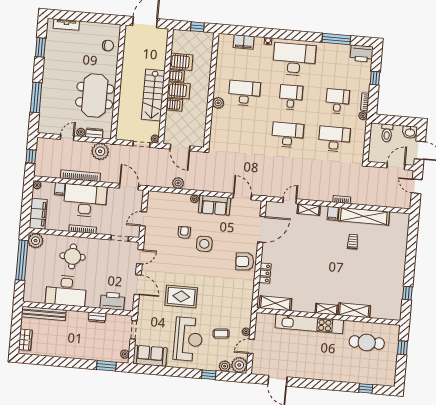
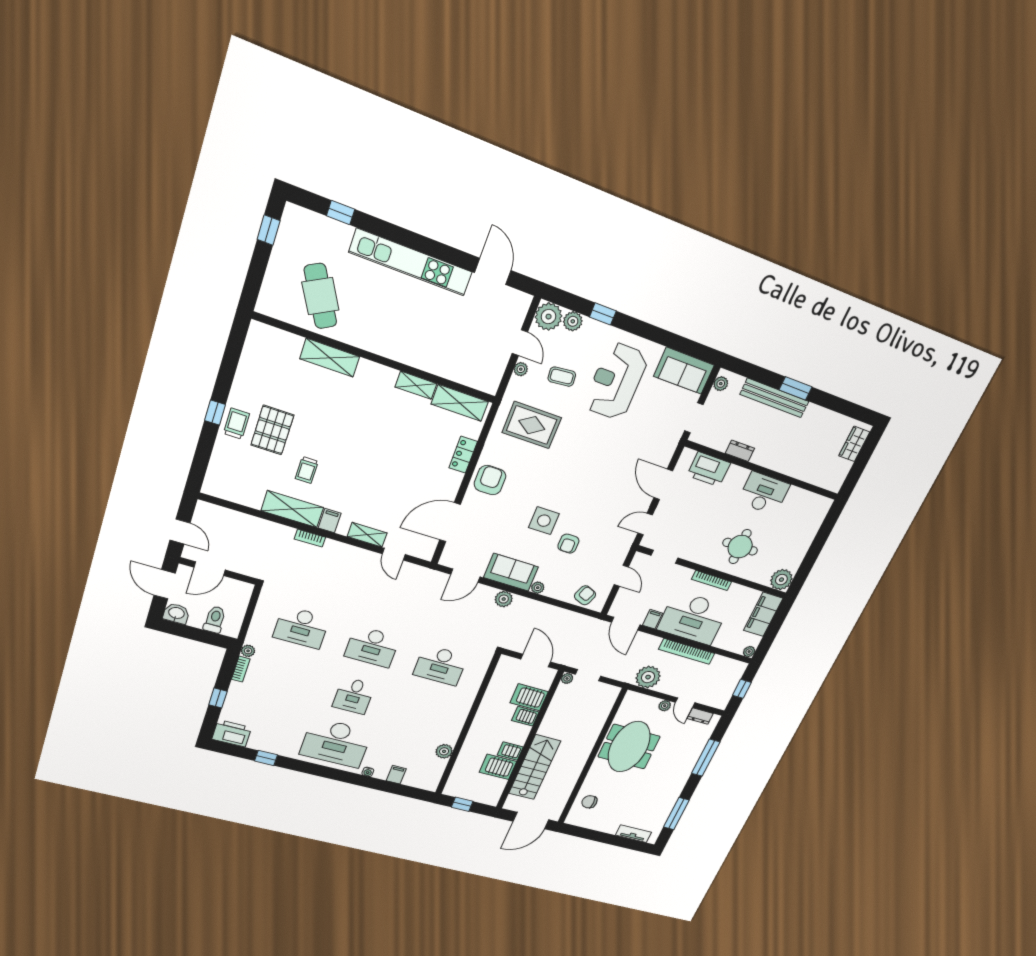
window: (336, 39) -> (266, 758), width x0.46
filing cabinet: (244, 42) -> (396, 775), width x0.50
window: (40, 47) -> (676, 814), width x1.44
server rack: (179, 90) -> (529, 697), moved
desk: (244, 93) -> (440, 665), moved
stairs: (153, 95) -> (535, 767), moved
desk: (337, 101) -> (284, 678), removed
plant: (218, 103) -> (444, 751), moved
dresser: (94, 133) -> (700, 716), moved
door: (67, 138) -> (685, 703), hinge flipped
plant: (178, 183) -> (504, 599), moved
filing cabinet: (60, 189) -> (652, 619), moved
door: (242, 197) -> (465, 576), hinge flipped
armchair: (162, 200) -> (585, 595), added
door: (290, 201) -> (394, 554), hinge flipped
shelving: (364, 216) -> (292, 509), width x0.68
door: (143, 219) -> (621, 576), hinge flipped
window: (22, 260) -> (811, 558), removed
trolley: (397, 260) -> (236, 424), added
armchair: (245, 261) -> (490, 480), turned -86
pallet: (377, 261) -> (272, 430), added
desk: (66, 291) -> (764, 493), width x0.73, depth x0.77
window: (407, 293) -> (215, 413), moved
rug: (181, 296) -> (532, 425), moved
shelving: (327, 309) -> (416, 385), moved
bench: (44, 313) -> (774, 398), moved
kitchen unit: (309, 324) -> (411, 262), moved, turned 180
cafe table: (367, 342) -> (320, 296), turned 61
door: (251, 346) -> (520, 343), hinge flipped
window: (403, 348) -> (269, 230), moved
window: (106, 366) -> (796, 388), moved

